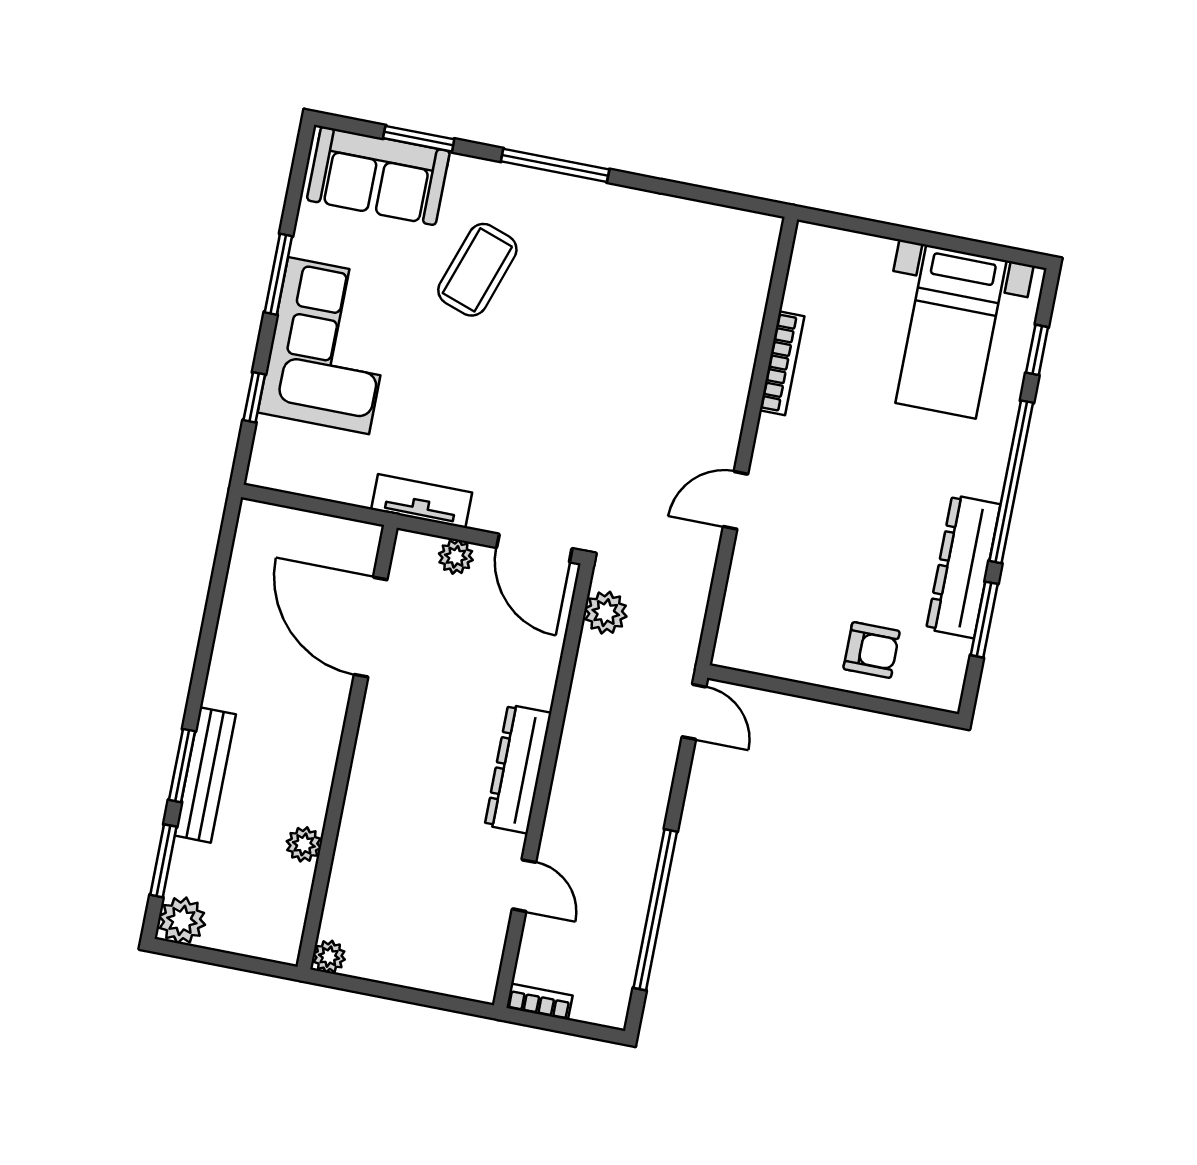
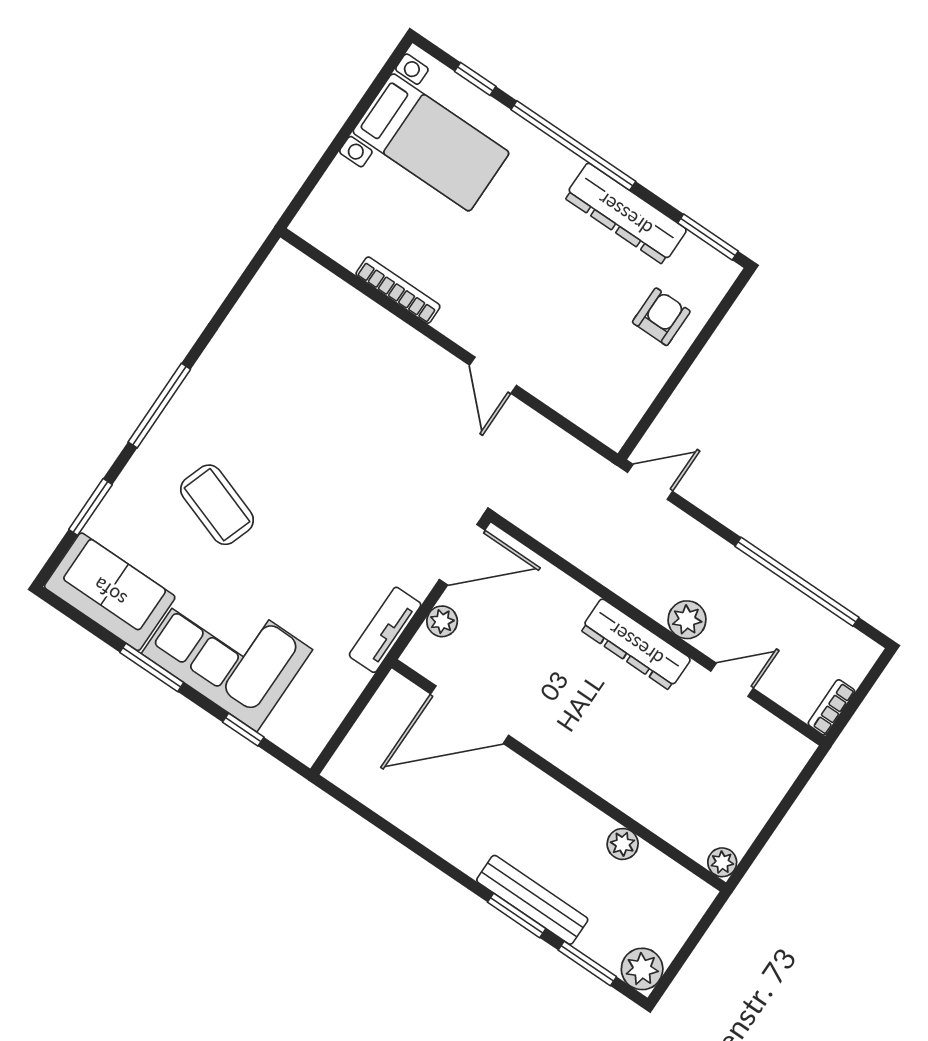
sofa: (378, 176) -> (110, 592), moved, turned -90
plant: (606, 613) -> (687, 620), moved
window: (984, 620) -> (708, 237), moved

